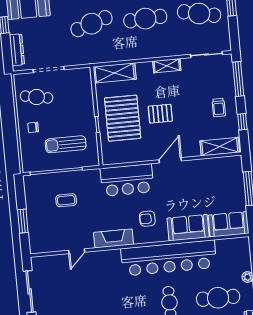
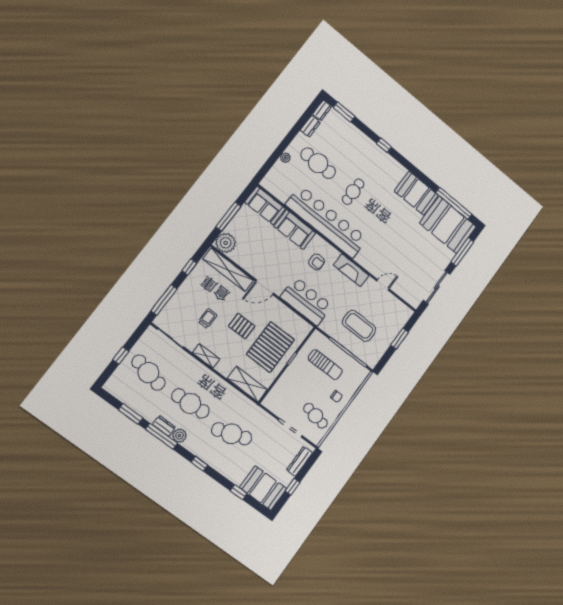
trolley: (219, 108) -> (208, 318), moved
shelving: (220, 147) -> (228, 270), width x1.47
plant: (232, 166) -> (226, 243), added
coffee table: (66, 200) -> (359, 326), width x1.86, depth x1.72

